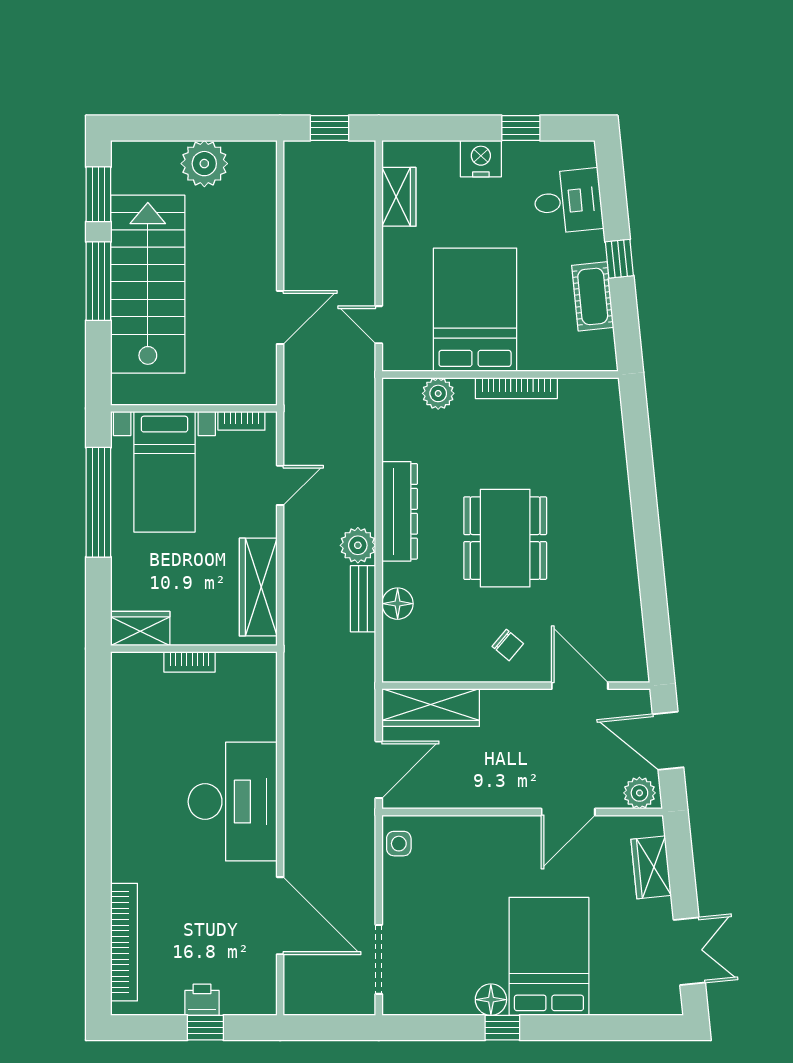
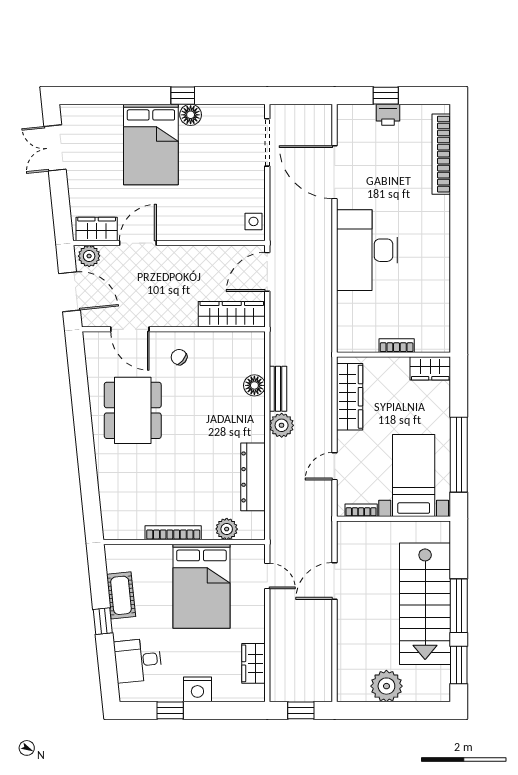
dresser: (400, 511) -> (253, 477), moved
dining table: (505, 538) -> (133, 410), moved
wardrobe: (651, 867) -> (97, 229), moved, turned -84

